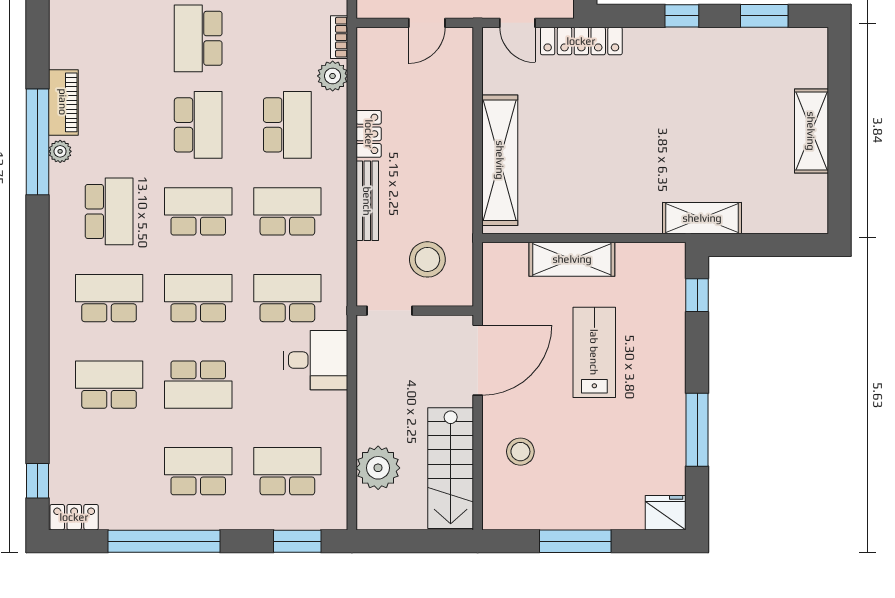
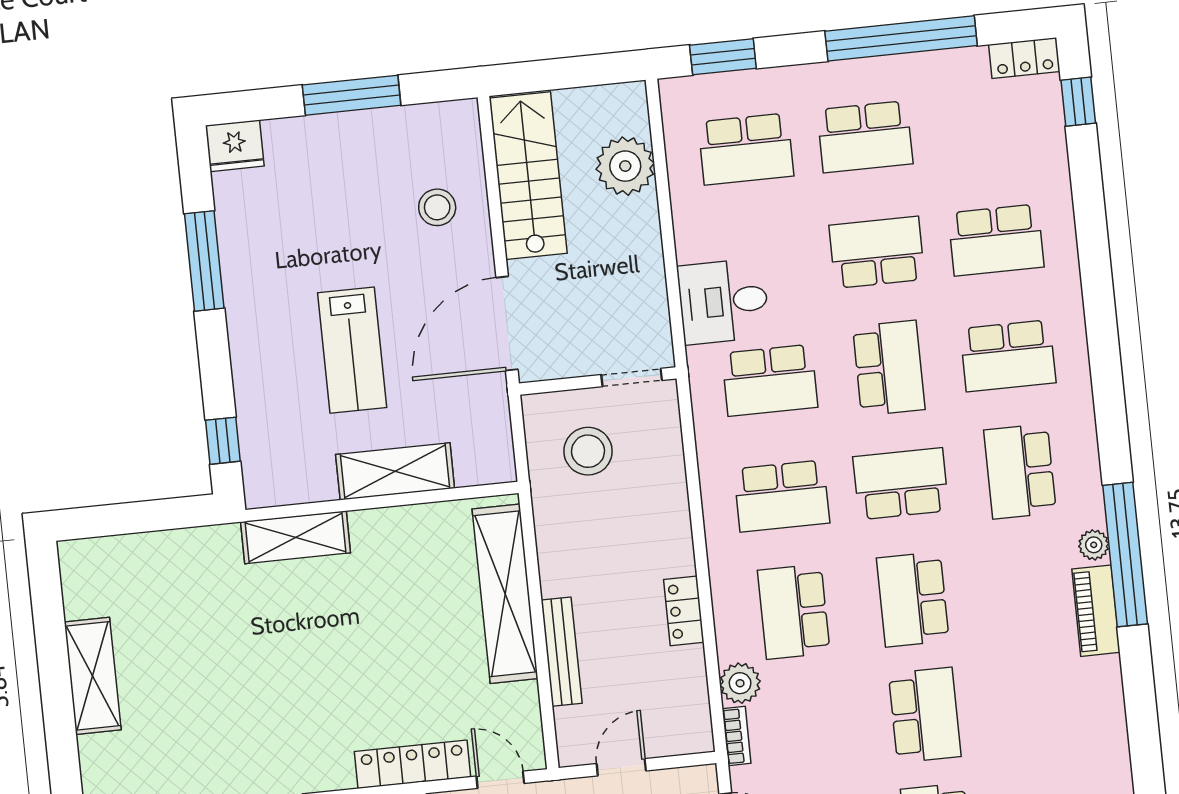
bench: (367, 201) -> (562, 652), moved
school desk: (198, 211) -> (901, 484), turned 180
shelving: (702, 218) -> (296, 537), moved
school desk: (198, 298) -> (889, 368), turned -90

